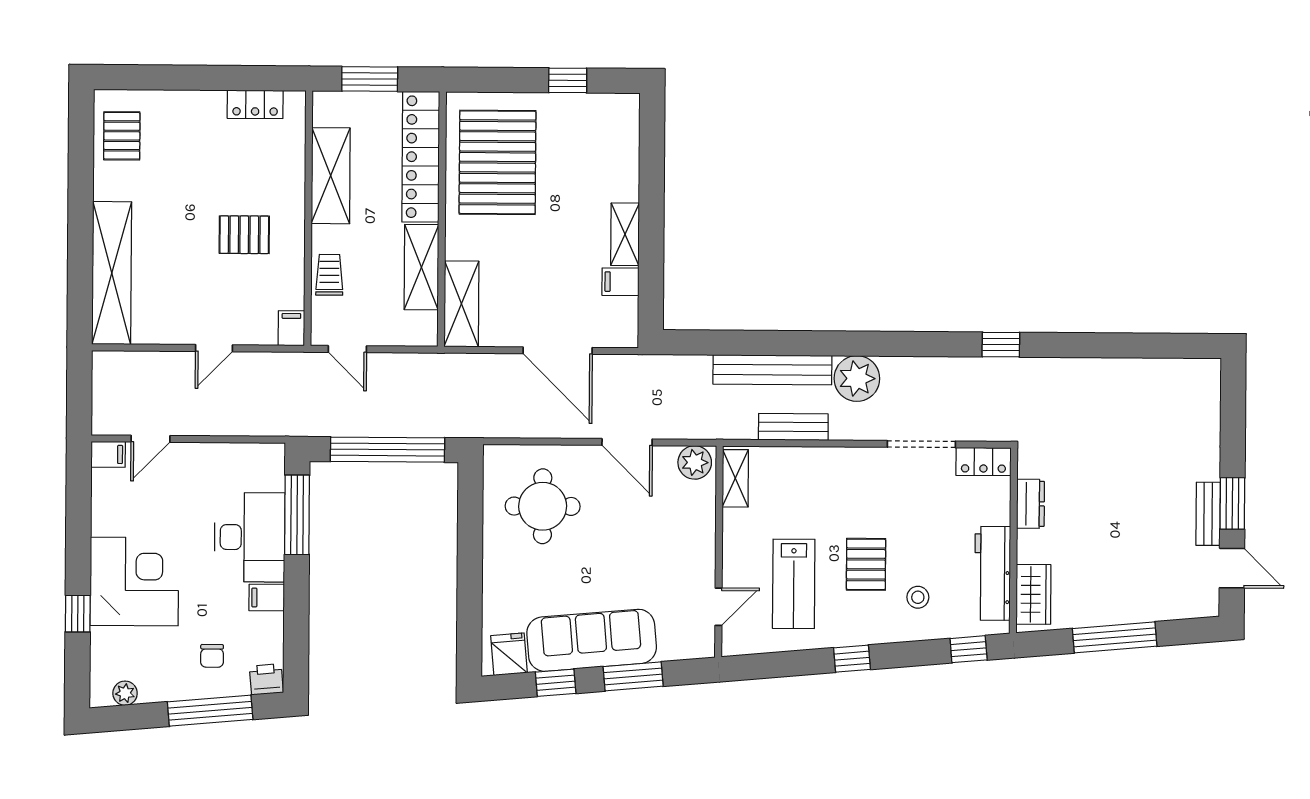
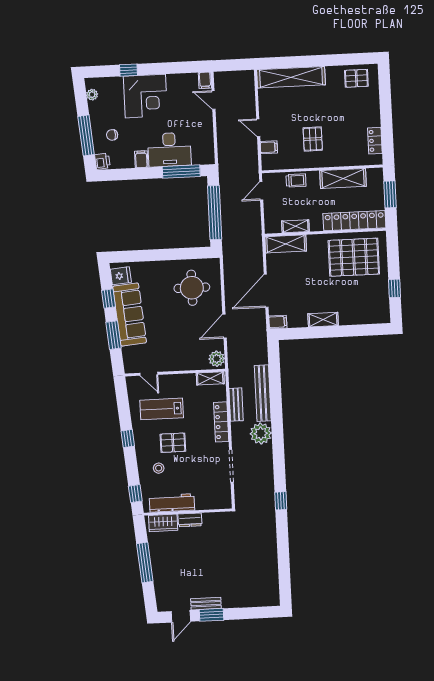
shelving: (421, 267) -> (295, 226), width x0.67, depth x0.75
filing cabinet: (620, 282) -> (278, 322), moved, turned 90
filing cabinet: (291, 328) -> (269, 147), moved
locker: (983, 462) -> (221, 422), moved, width x1.53
dresser: (1031, 504) -> (190, 520), moved

